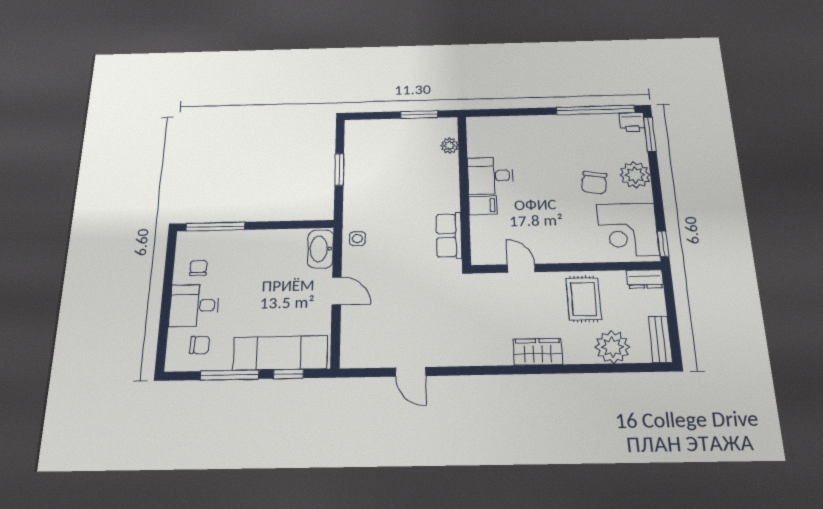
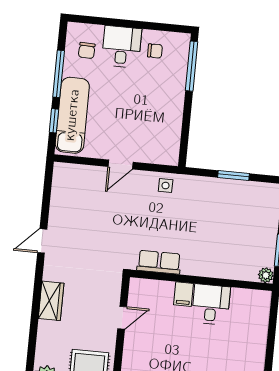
plant: (450, 146) -> (266, 275), moved
washbasin: (320, 249) -> (160, 154), removed
wardrobe: (538, 352) -> (51, 301), moved
door: (411, 372) -> (42, 241), moved

